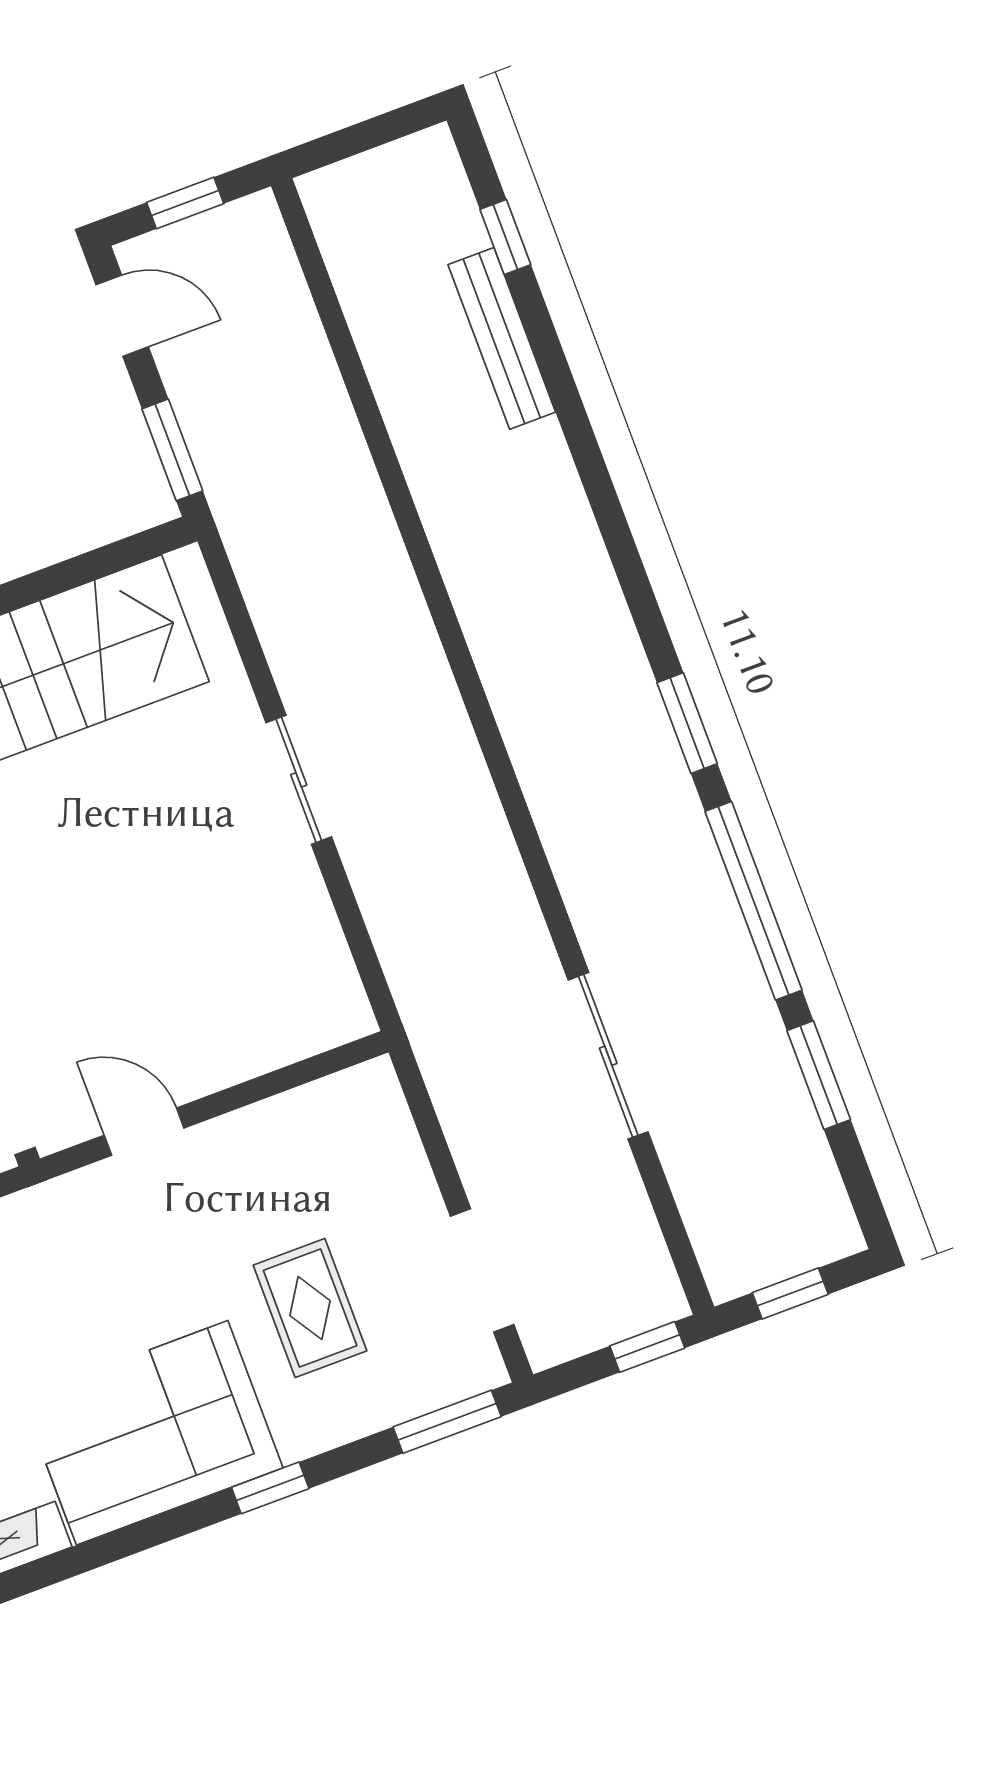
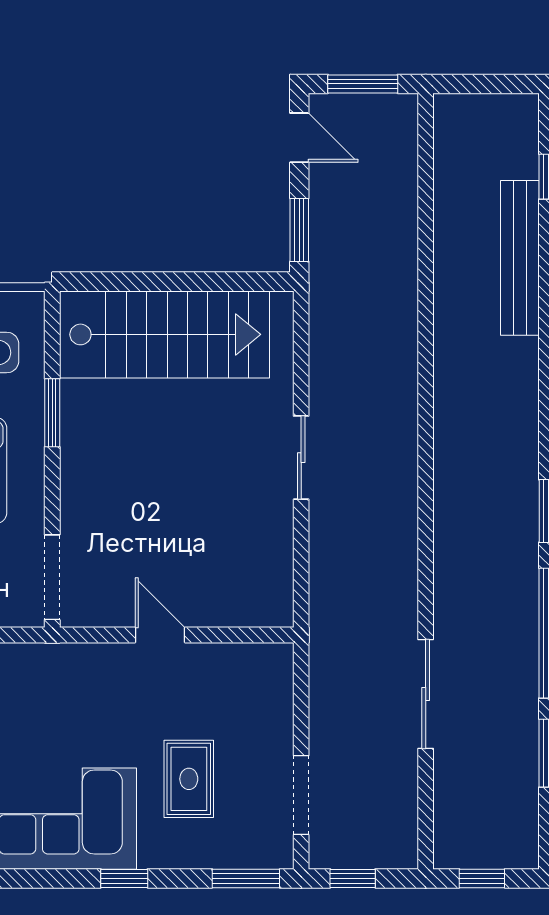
window: (185, 203) -> (363, 84), width x1.50
bench: (502, 338) -> (520, 258), width x1.37, depth x1.21
door: (144, 1132) -> (160, 635), moved
window: (647, 1347) -> (353, 878), moved

